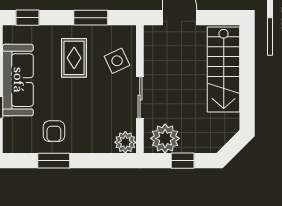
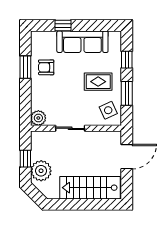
window: (28, 18) -> (127, 60), moved
side table: (117, 61) -> (108, 110), moved
plant: (165, 138) -> (41, 171), moved

